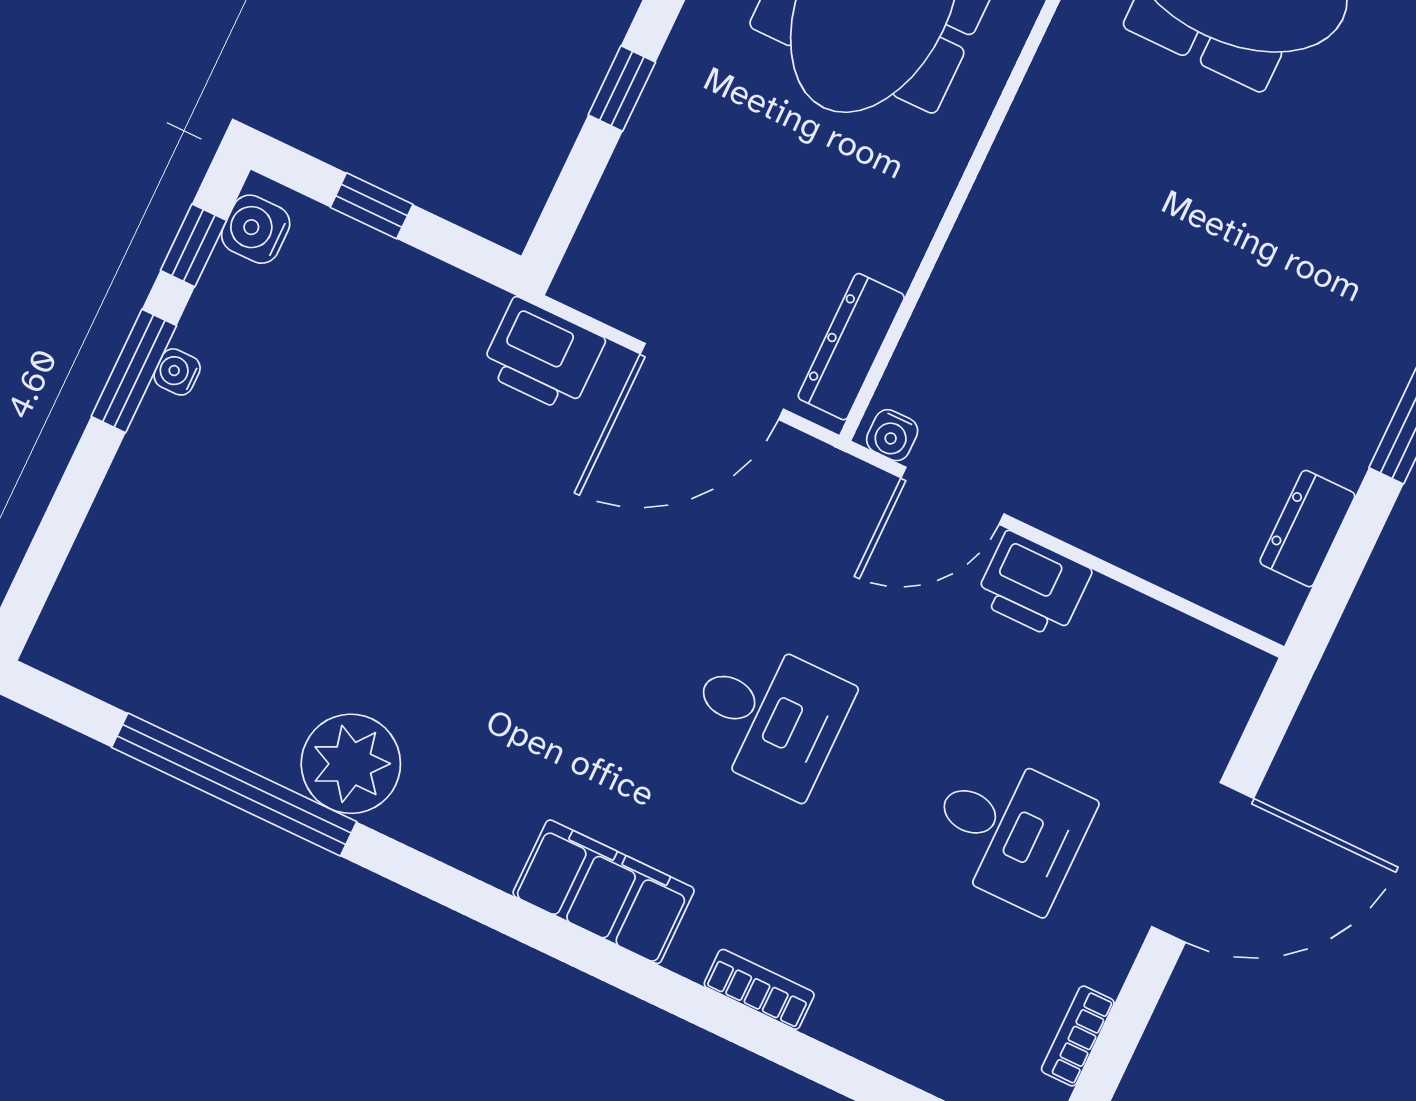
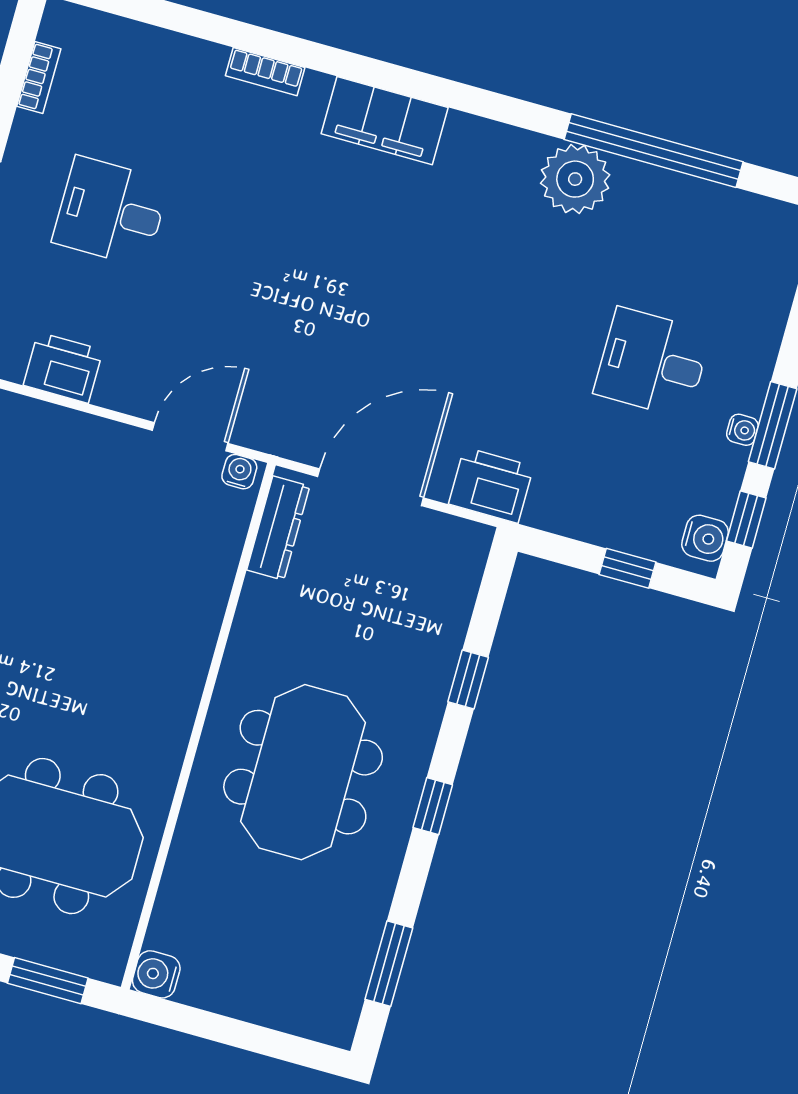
printer: (1033, 585) -> (63, 368), moved
desk: (768, 716) -> (652, 363), moved

